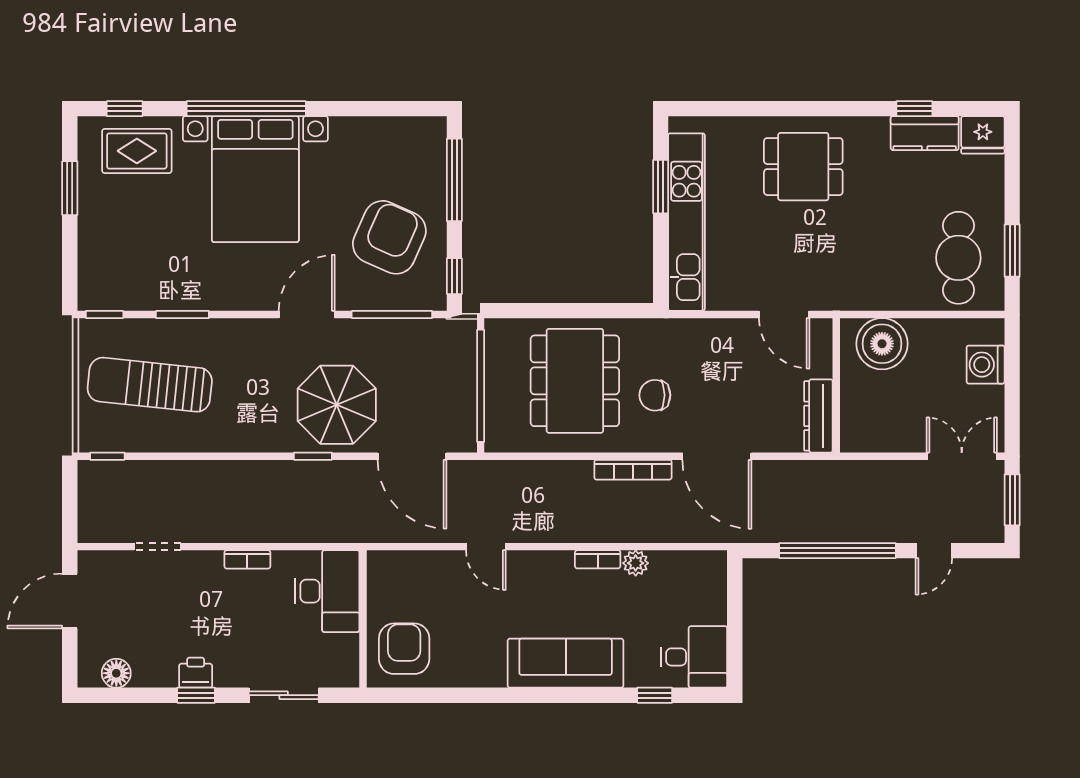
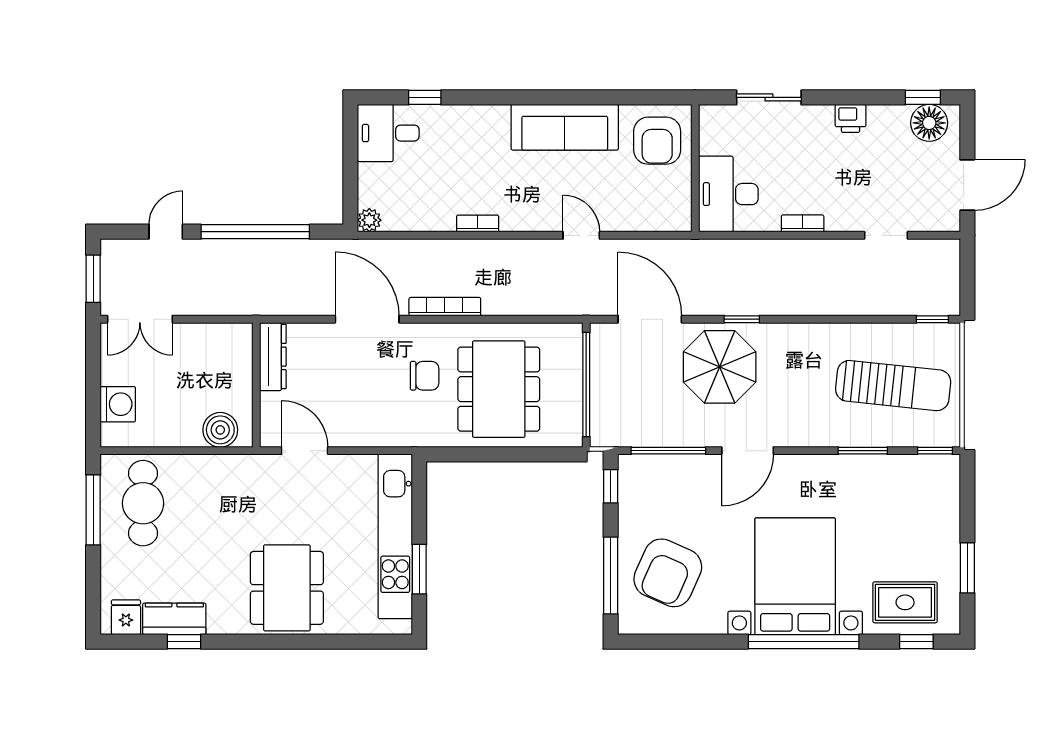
fridge: (983, 135) -> (126, 617), width x0.72
dining table: (803, 167) -> (287, 588), width x1.38
armchair: (389, 237) -> (668, 573), moved
window: (1012, 251) -> (93, 510), width x1.44
boiler: (882, 344) -> (220, 430), width x0.73, depth x0.73
plant: (636, 563) -> (369, 220), moved
sofa: (566, 663) -> (565, 127), moved
floor lamp: (116, 673) -> (929, 123), width x1.38, depth x1.38
window: (196, 695) -> (923, 97), moved

